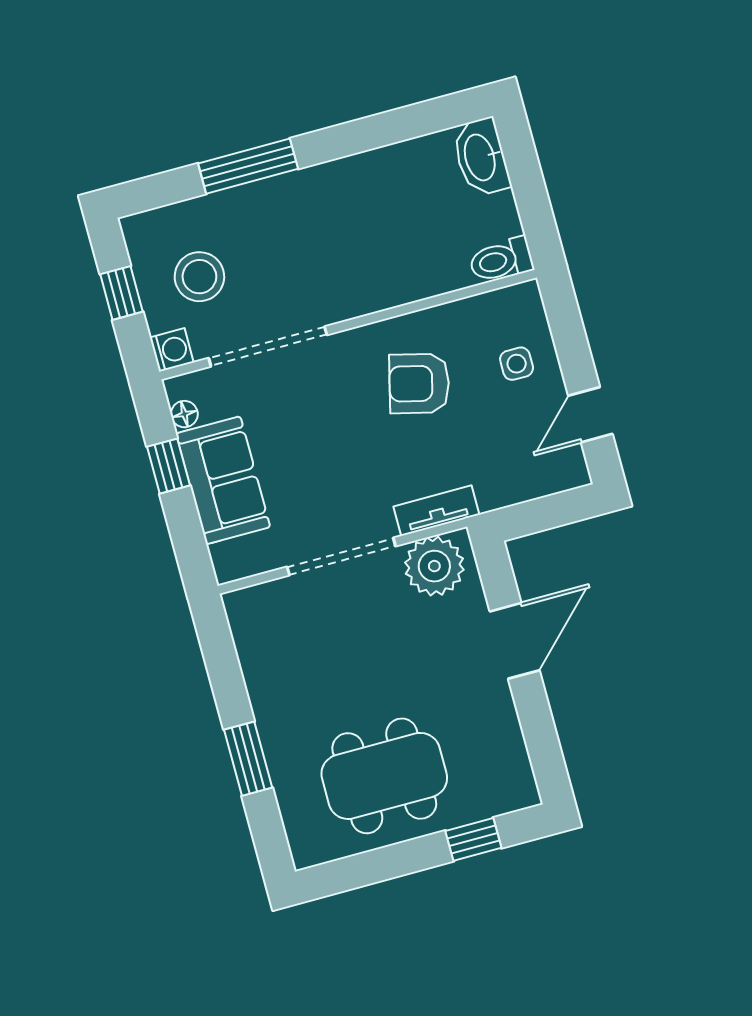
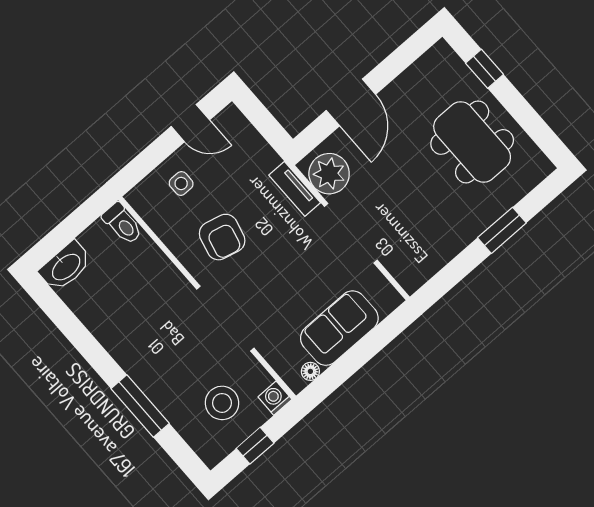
doorway: (268, 346) -> (225, 319), moved
window: (169, 466) -> (347, 366), removed
door: (515, 641) -> (351, 102), swing flipped

